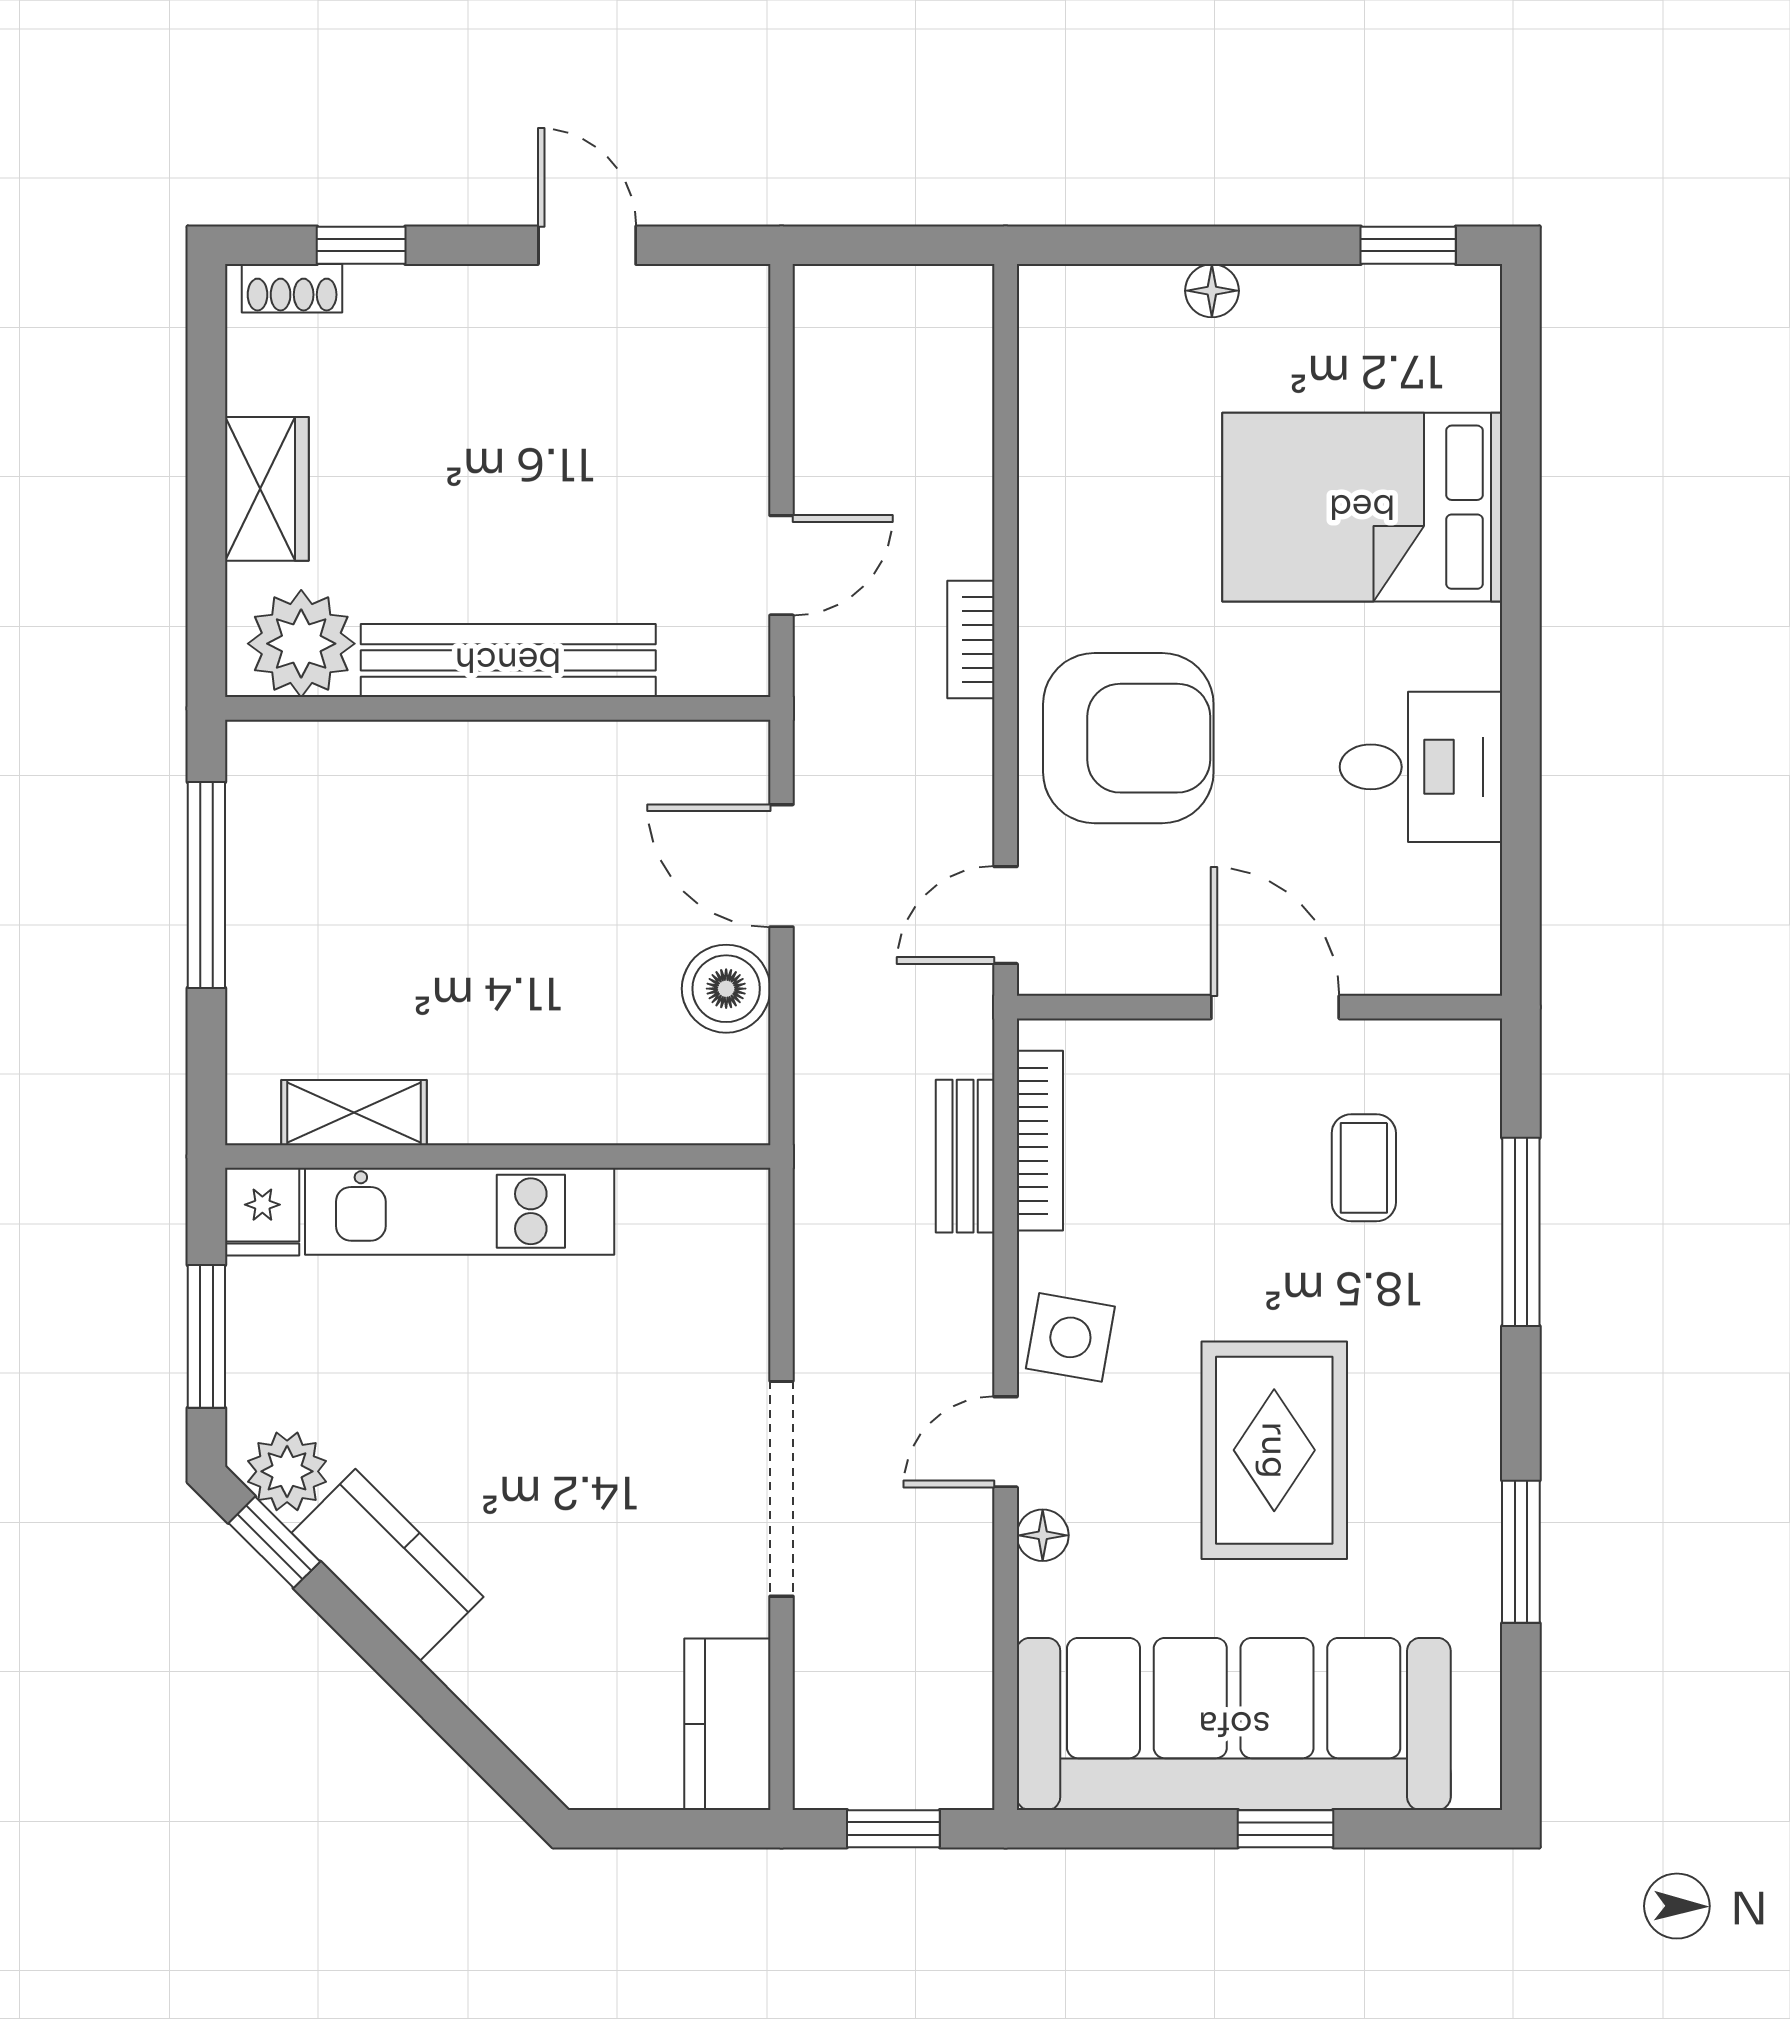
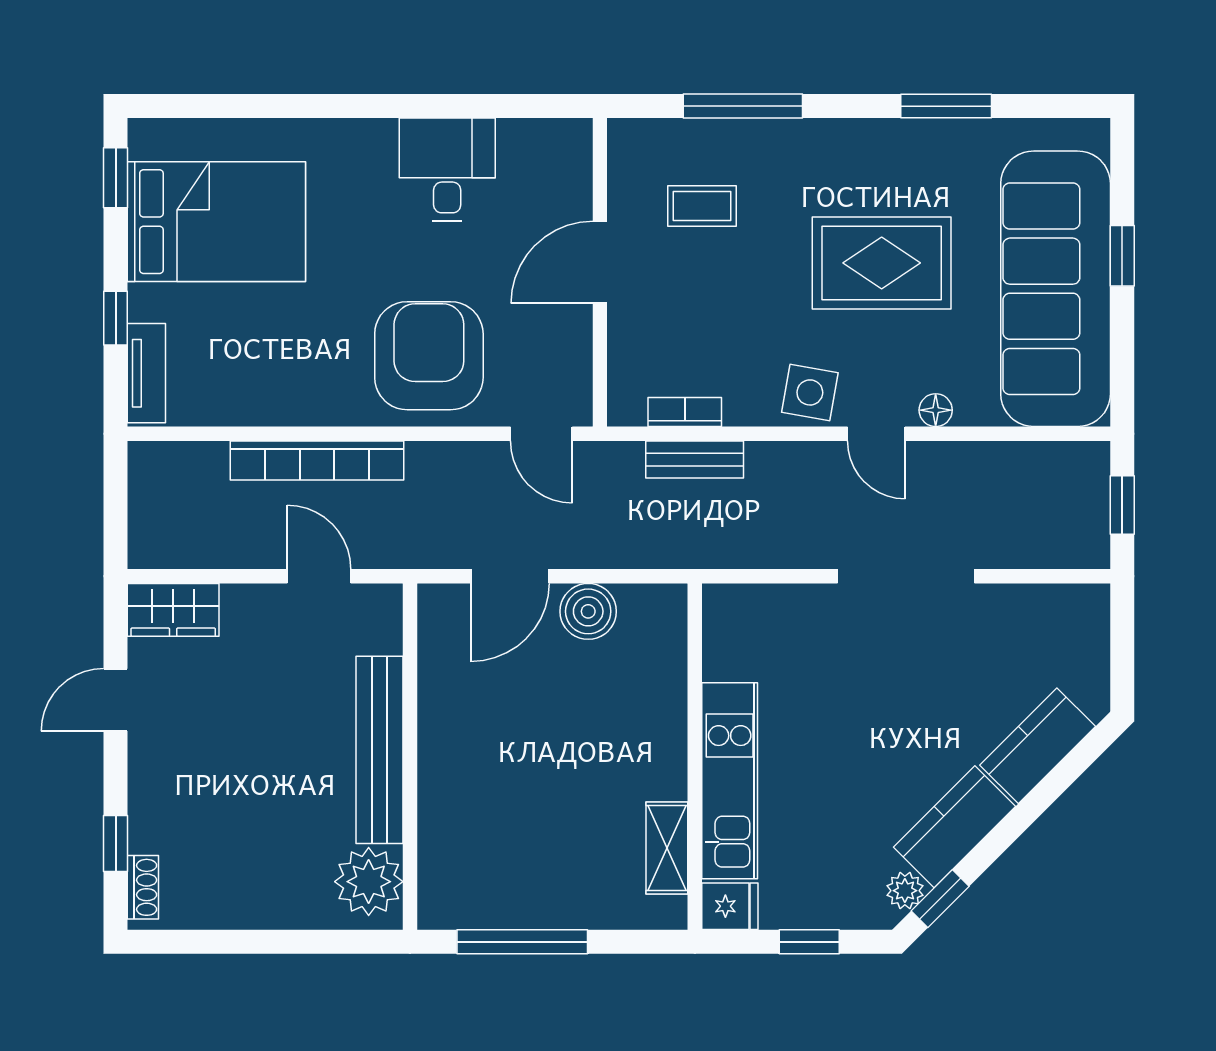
window: (1187, 245) -> (116, 318), added
floor lamp: (1212, 291) -> (144, 302), removed
tv unit: (1101, 294) -> (146, 373), added
wardrobe: (267, 489) -> (173, 610), moved, turned 180
bed: (1362, 507) -> (216, 222), moved, turned -90
bookcase: (971, 640) -> (317, 461), width x2.31, depth x1.31
bookcase: (1040, 1141) -> (685, 412), width x0.64
window: (206, 1336) -> (809, 942), width x0.67
plant: (287, 1471) -> (905, 891), width x0.73, depth x0.73
kitchen counter: (727, 1724) -> (1038, 746), moved, turned 135

